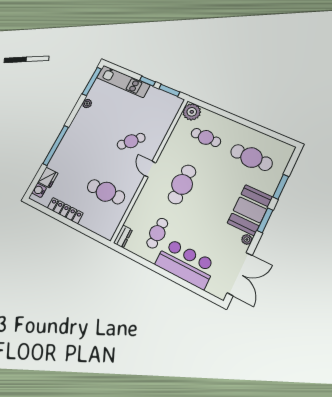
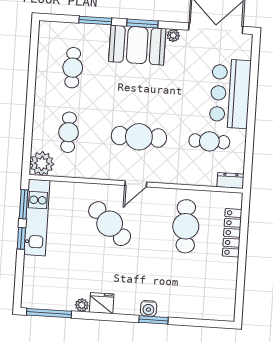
kitchen unit: (123, 81) -> (37, 217), moved
cafe table: (131, 141) -> (110, 224), width x1.37, depth x1.35
window: (56, 145) -> (153, 320), width x0.47
cafe table: (251, 157) -> (73, 68), width x0.73, depth x0.74
fridge: (48, 178) -> (102, 303), moved
water cooler: (39, 190) -> (149, 308), moved
locker: (65, 211) -> (232, 233), moved

